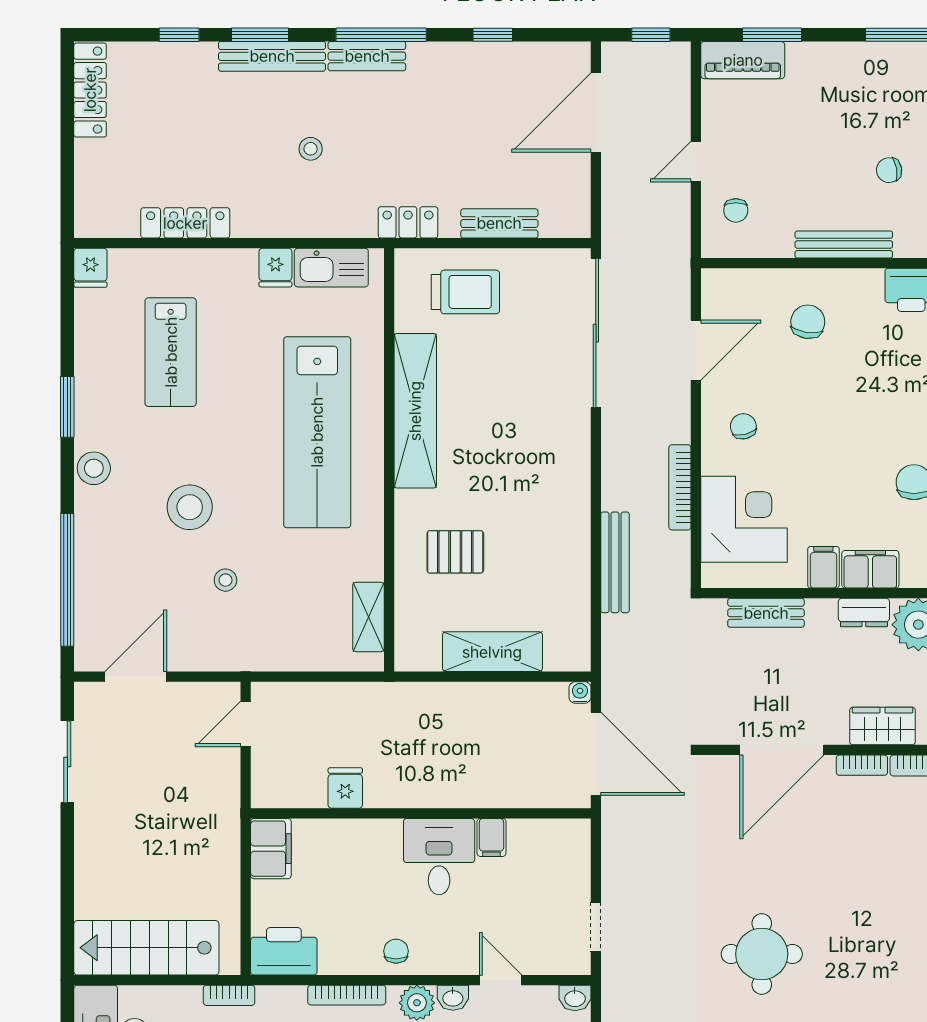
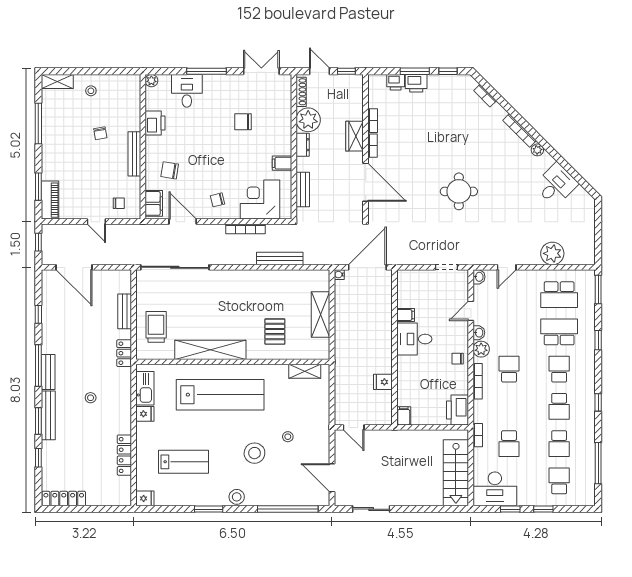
filing cabinet: (870, 569) -> (154, 203), moved, turned 180
filing cabinet: (271, 849) -> (404, 416), width x0.50

